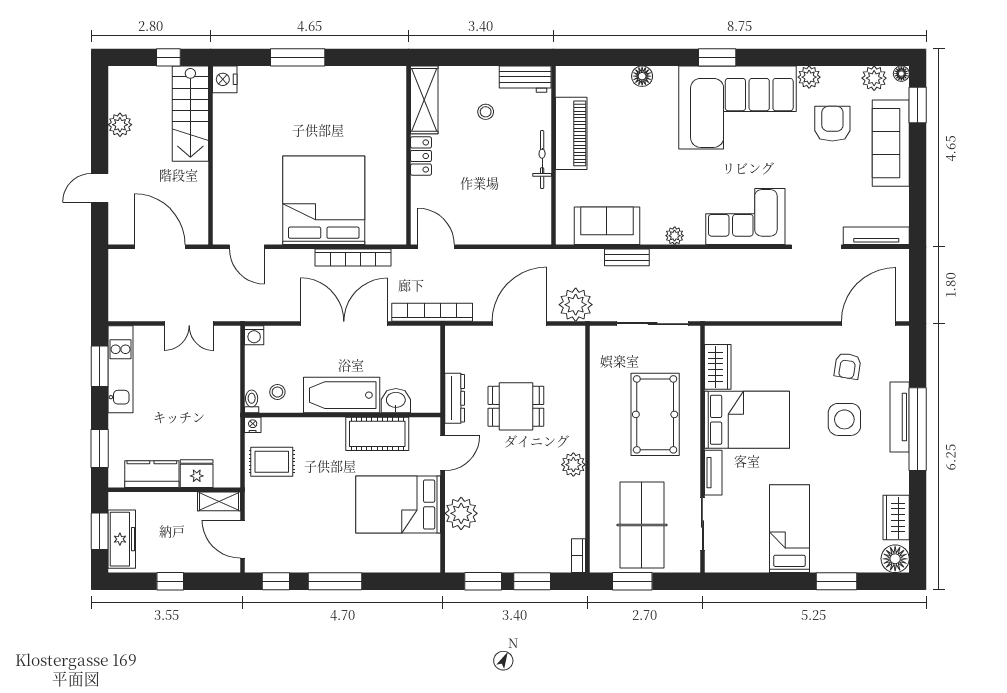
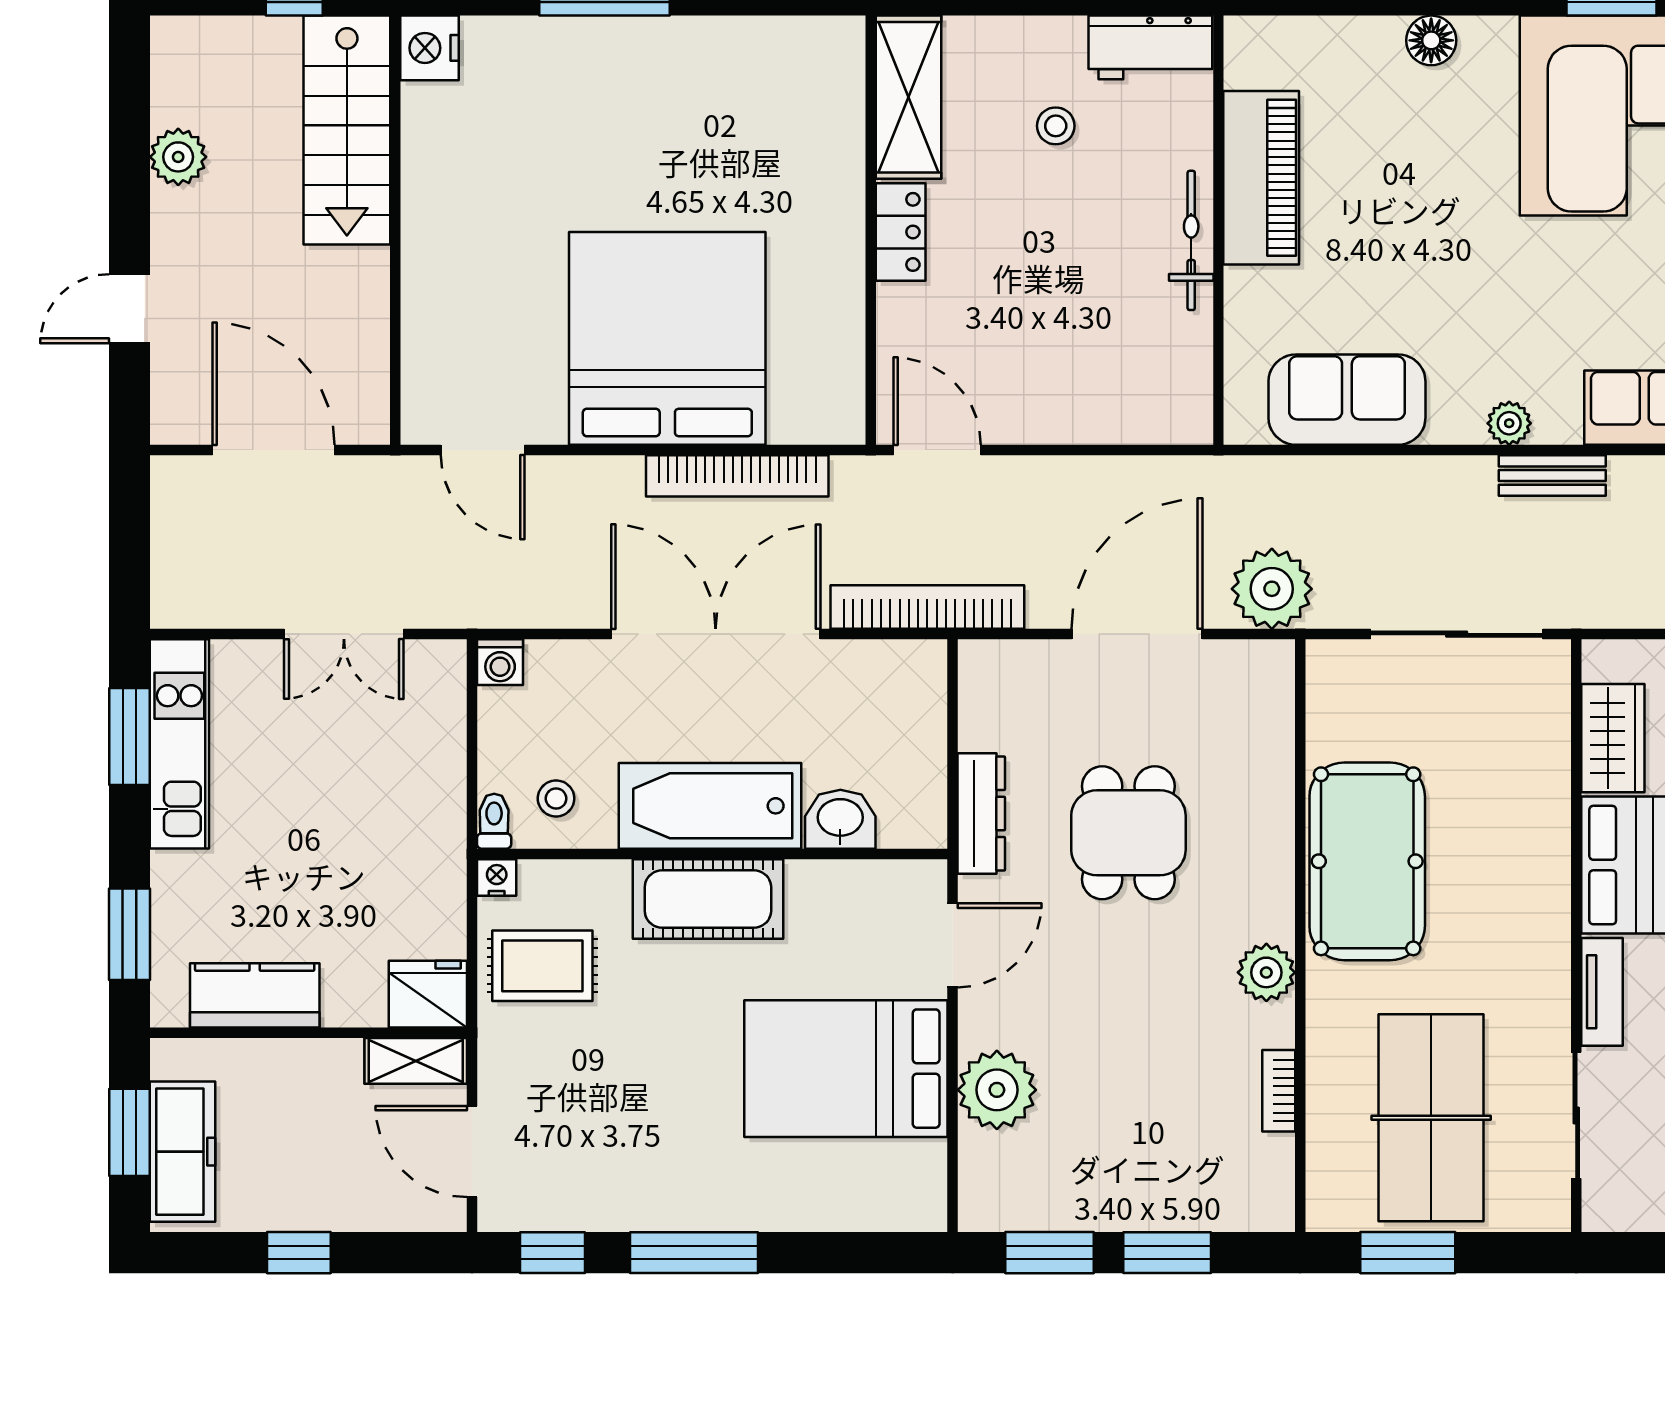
bench: (627, 257) -> (1552, 476), moved
dining table: (516, 406) -> (1128, 833), turned 90
pool table: (655, 414) -> (1367, 861), moved
cot: (377, 434) -> (708, 899), moved
fridge: (197, 474) -> (428, 994), moved
bookcase: (579, 556) -> (1279, 1091), moved

